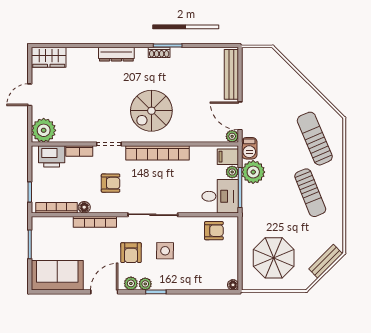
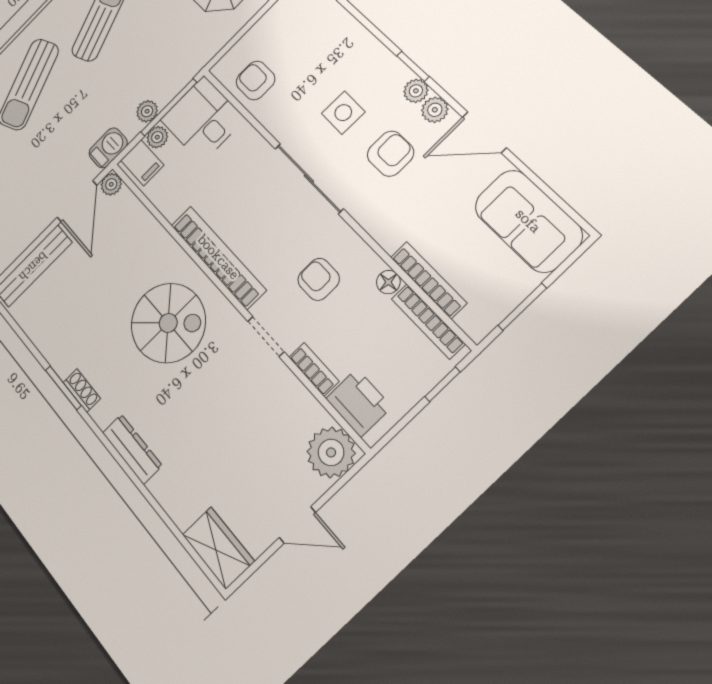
plant: (253, 172) -> (147, 111), width x0.53, depth x0.53
bookcase: (95, 222) -> (428, 280), moved

